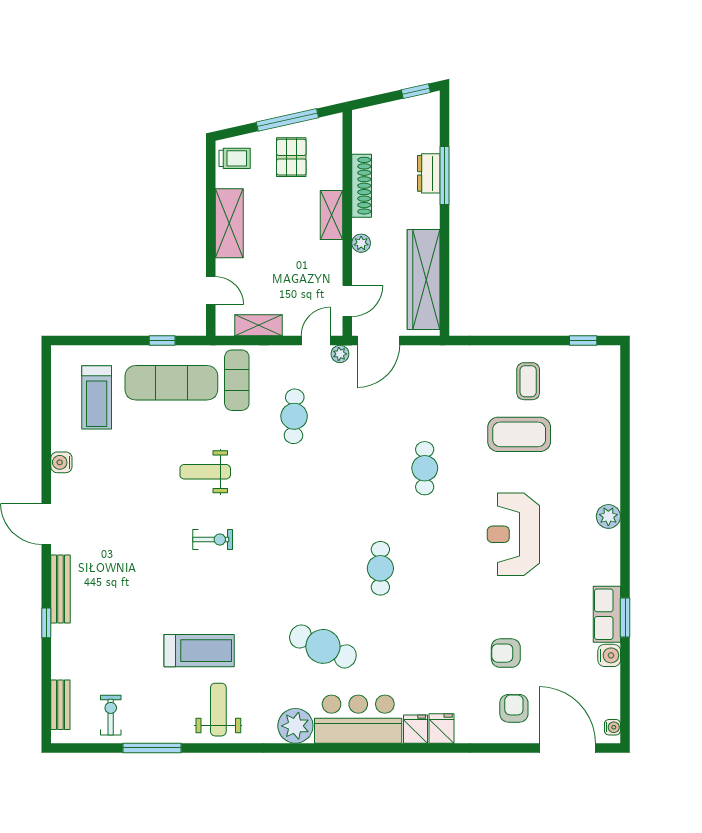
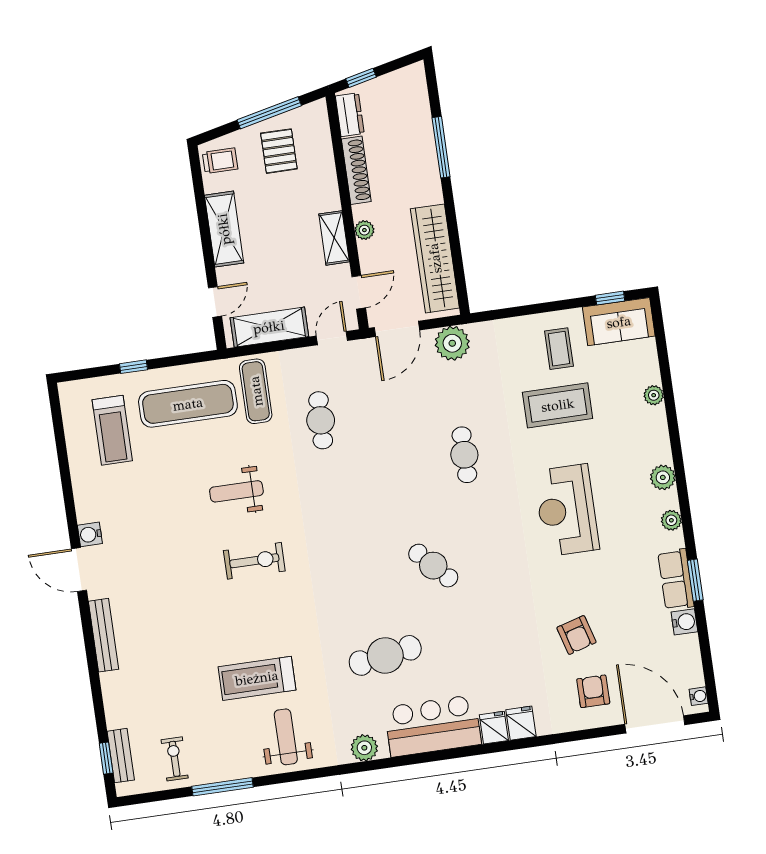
window: (416, 91) -> (361, 78), moved
dresser: (429, 173) -> (350, 115), moved, turned 180
shelving: (331, 215) -> (334, 238), moved
door: (211, 291) -> (215, 302), hinge flipped
shelving: (258, 325) -> (269, 327), width x1.50, depth x1.33
window: (162, 340) -> (134, 367), moved
plant: (340, 354) -> (452, 343), moved, width x1.88, depth x1.88
sofa: (588, 364) -> (619, 322), added
plant: (611, 438) -> (654, 395), added
water cooler: (61, 462) -> (90, 534), moved
exercise bike: (213, 539) -> (254, 561), width x1.38, depth x1.39
plant: (611, 558) -> (671, 520), added
cafe table: (380, 568) -> (433, 566), turned -43
window: (46, 623) -> (106, 758), moved
cafe table: (323, 646) -> (385, 655), turned -33
treadmill: (199, 651) -> (257, 678), turned 180
armchair: (506, 653) -> (576, 635), turned -106
plant: (295, 726) -> (364, 748), width x0.73, depth x0.73

